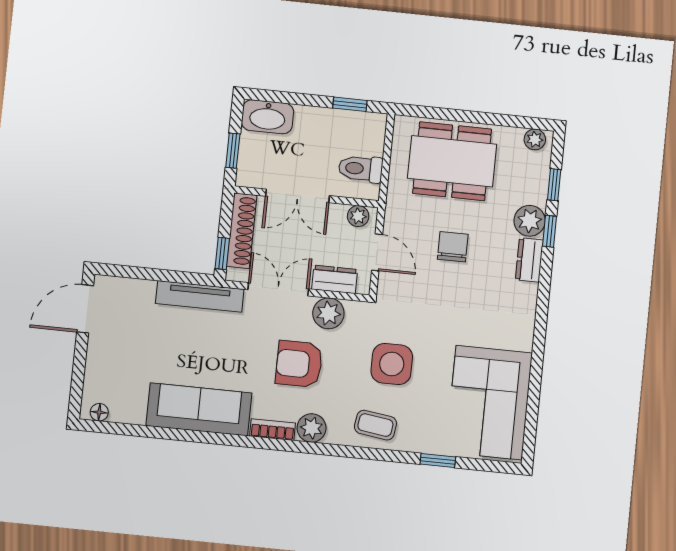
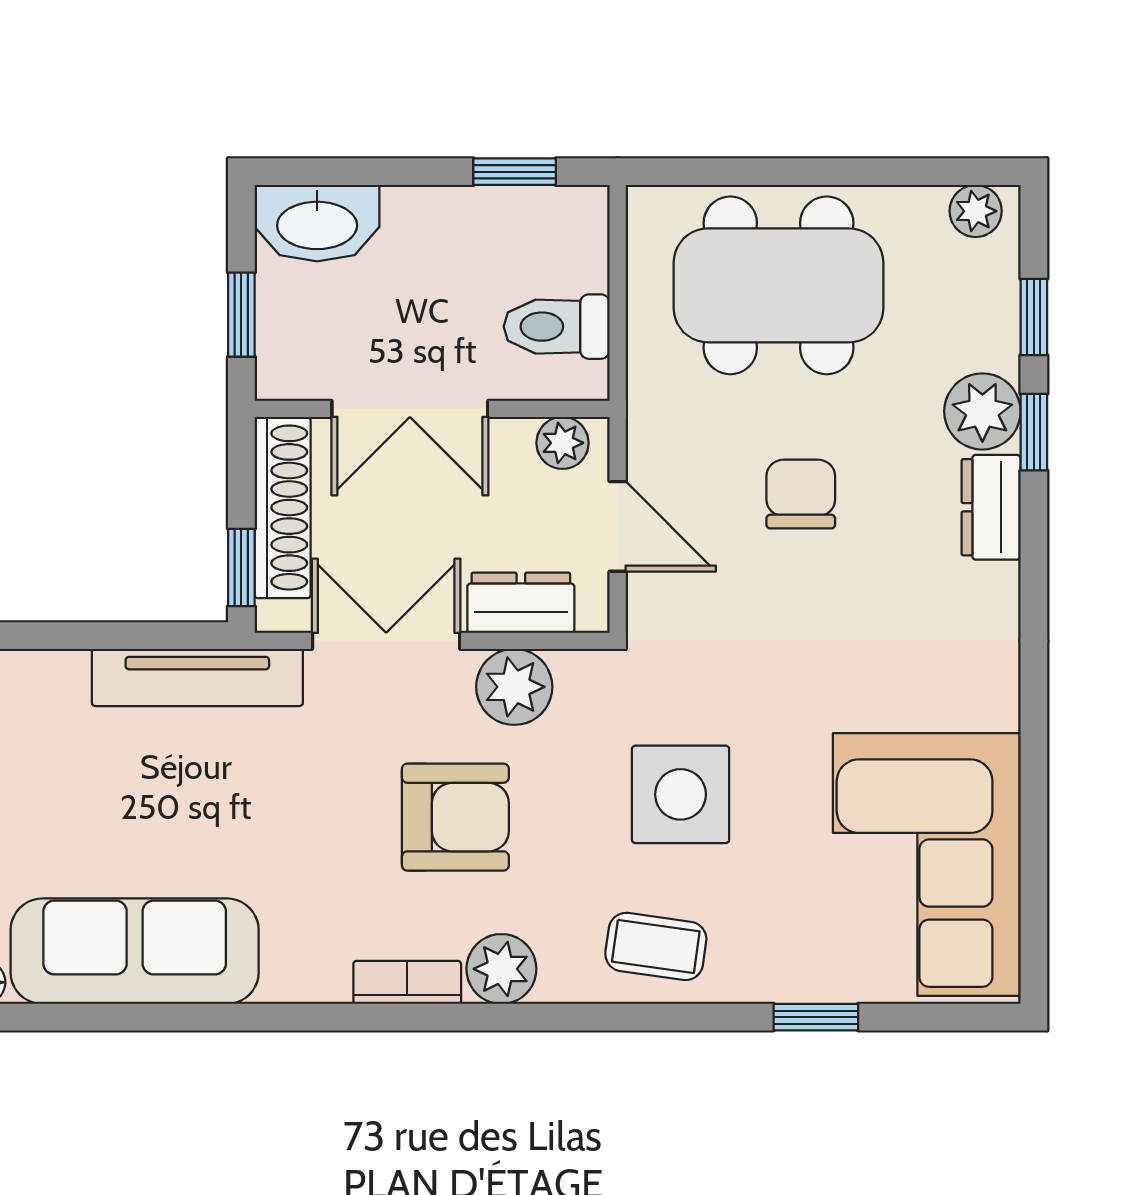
armchair: (299, 364) -> (455, 817), turned 180
sofa: (199, 409) -> (135, 951), moved

